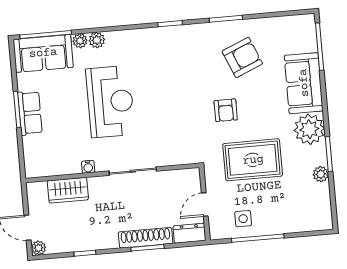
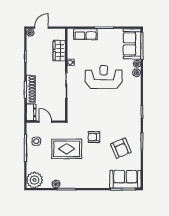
sofa: (304, 83) -> (125, 179), moved
reception desk: (110, 102) -> (104, 77), turned 180
row of seats: (30, 113) -> (85, 34), moved
plant: (309, 129) -> (35, 180), moved
rug: (253, 160) -> (67, 149), turned 90

